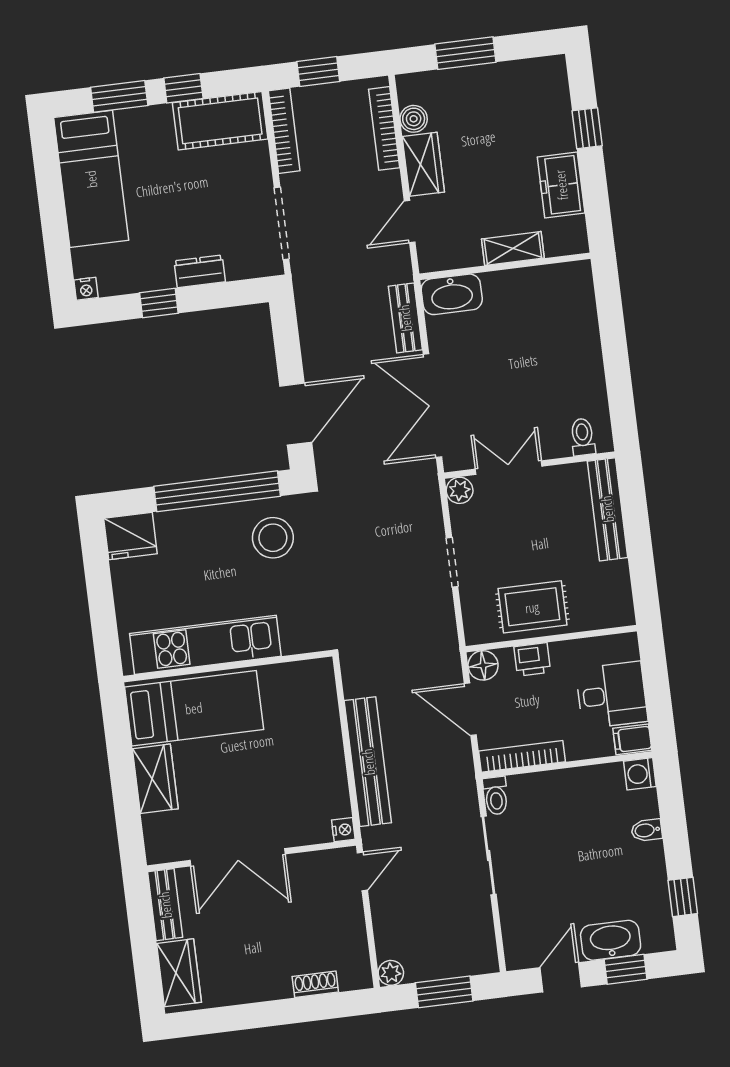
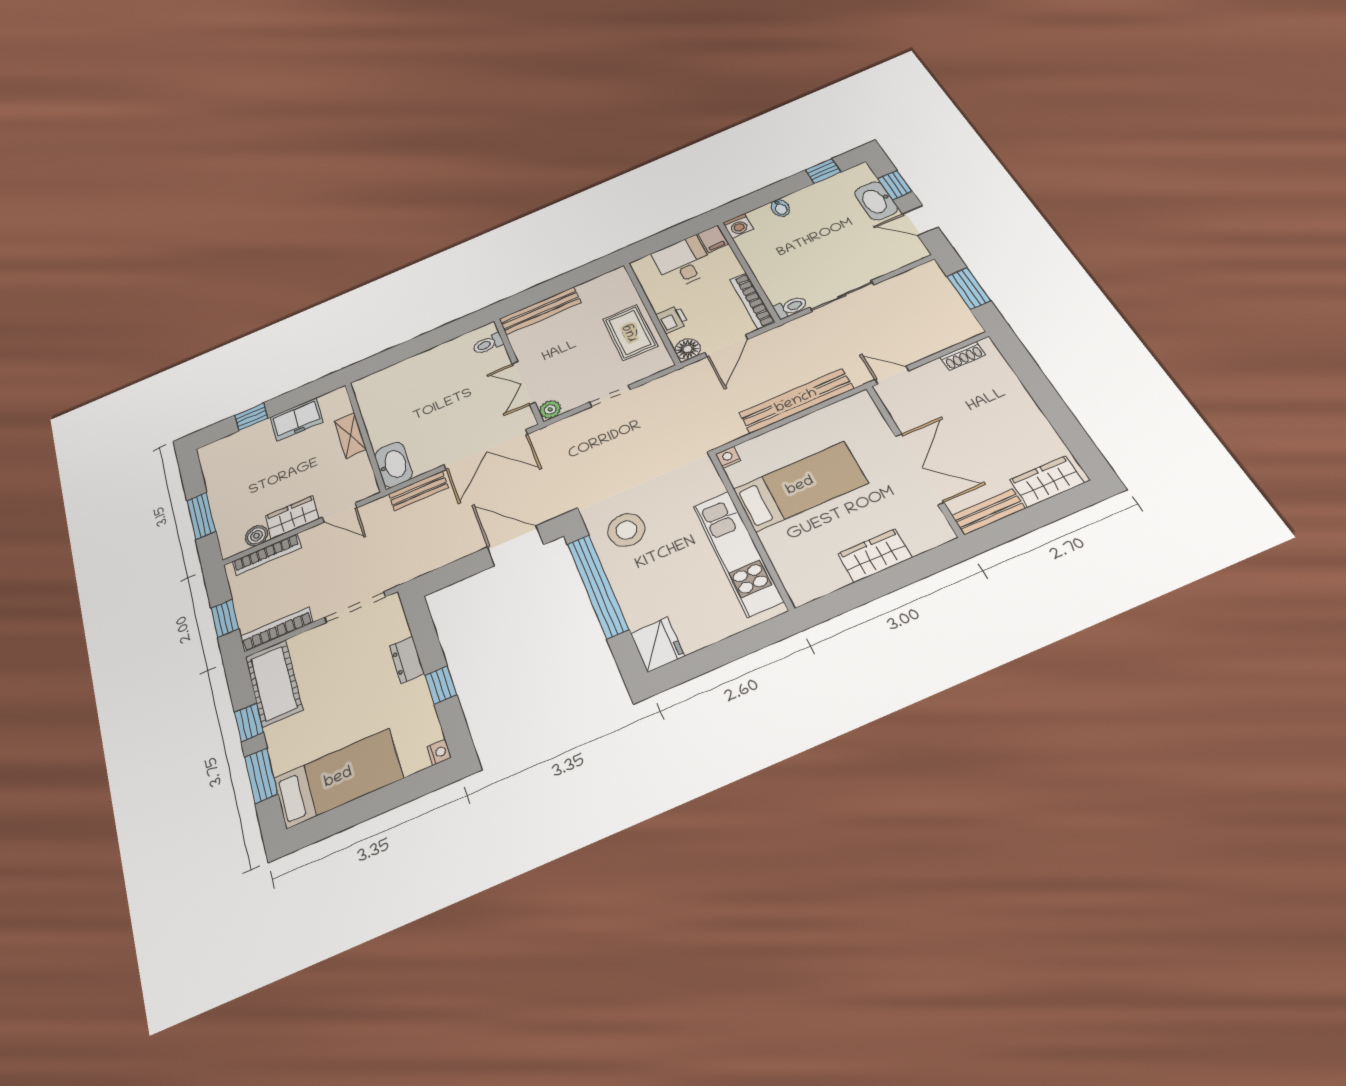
bed: (194, 708) -> (800, 486), moved, turned 90
nightstand: (343, 830) -> (728, 457), moved
plant: (391, 973) -> (970, 328), removed
shoe rack: (315, 984) -> (963, 356), moved, turned -90

